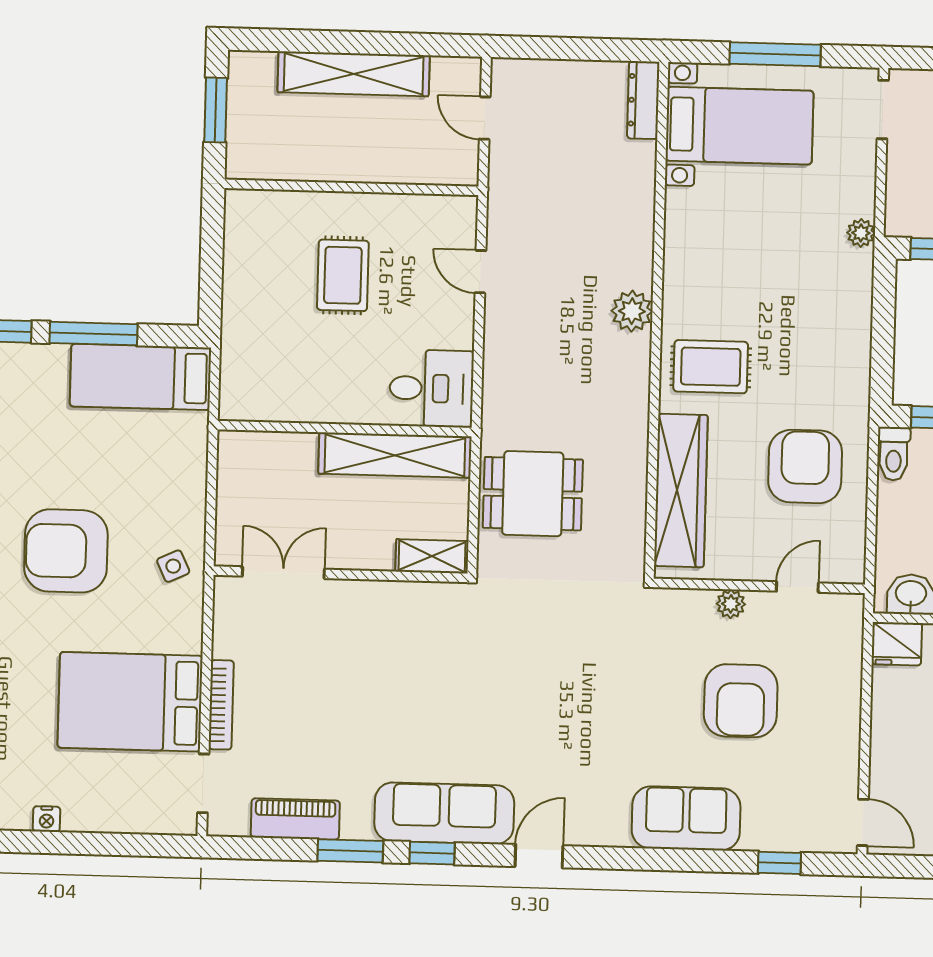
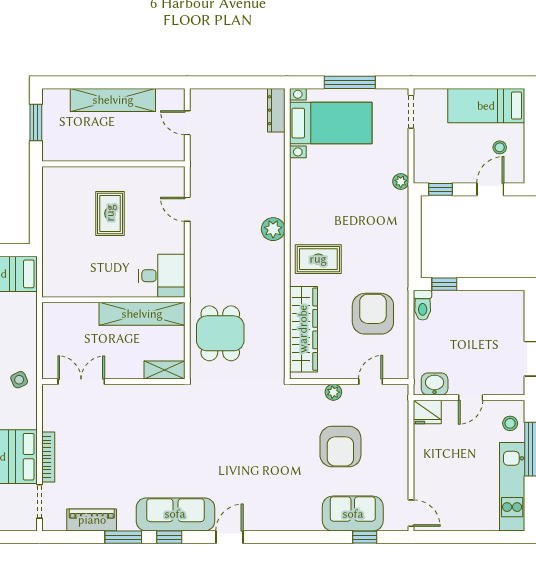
dining table: (533, 494) -> (220, 333), turned 90
sofa: (686, 818) -> (353, 514), moved

